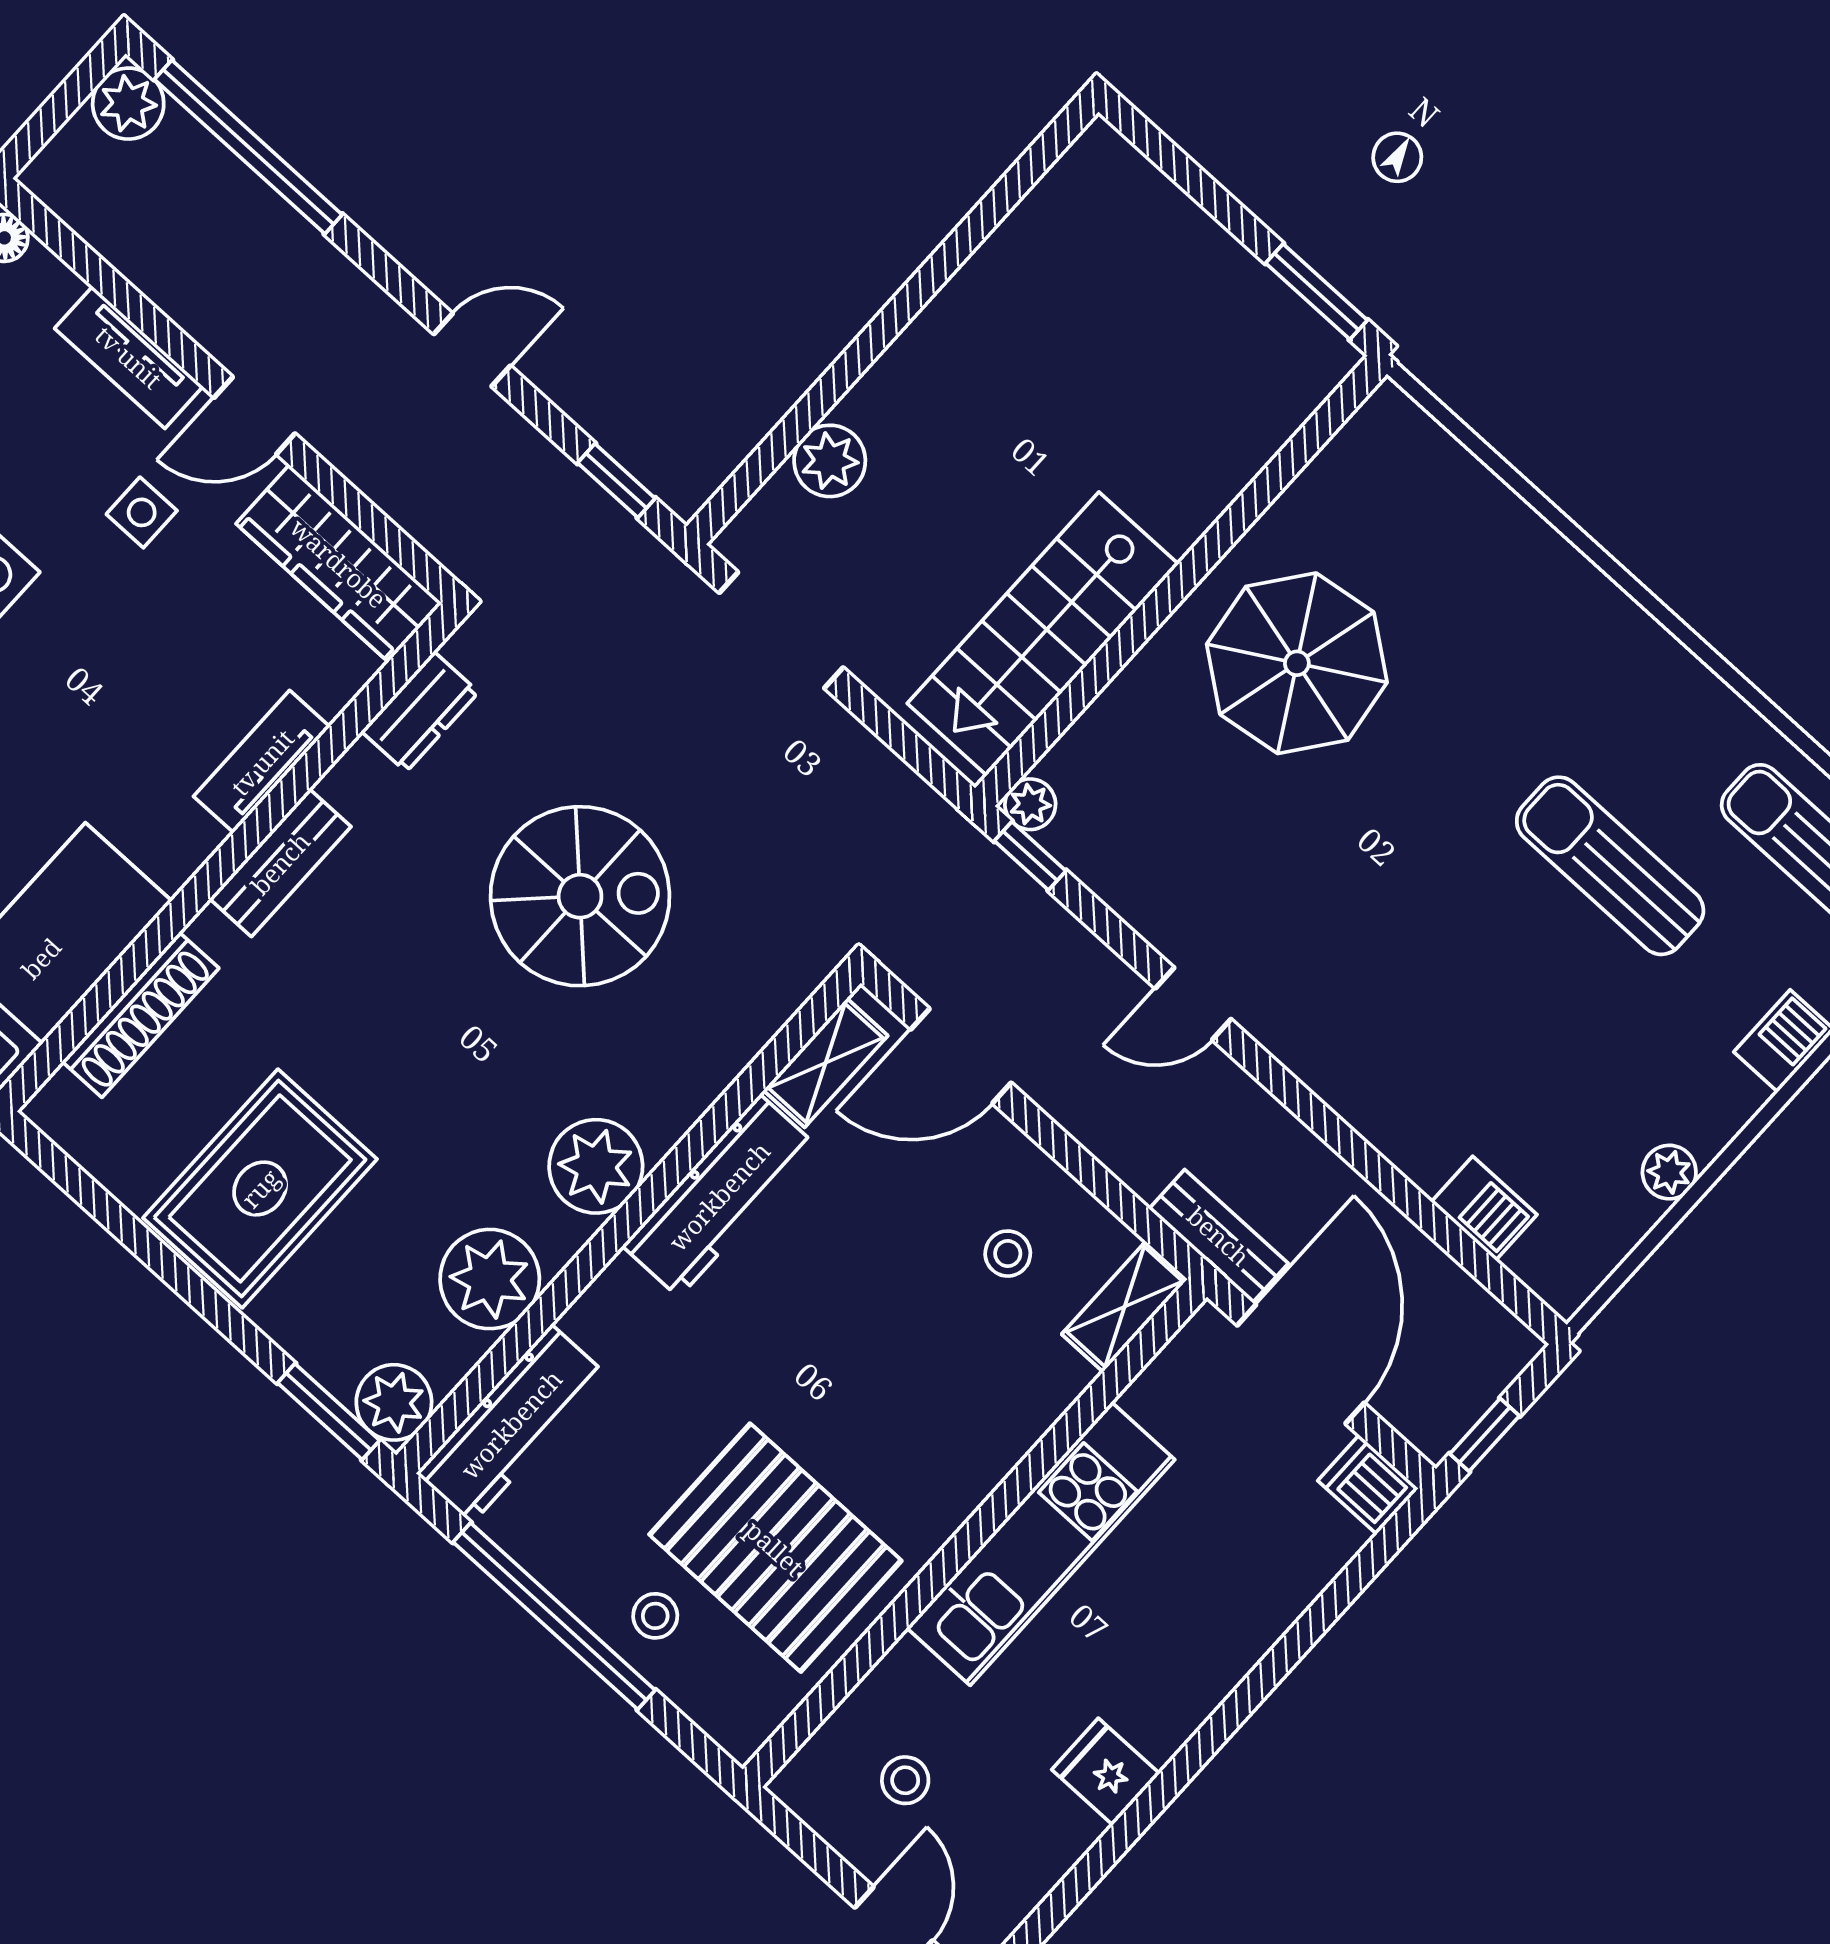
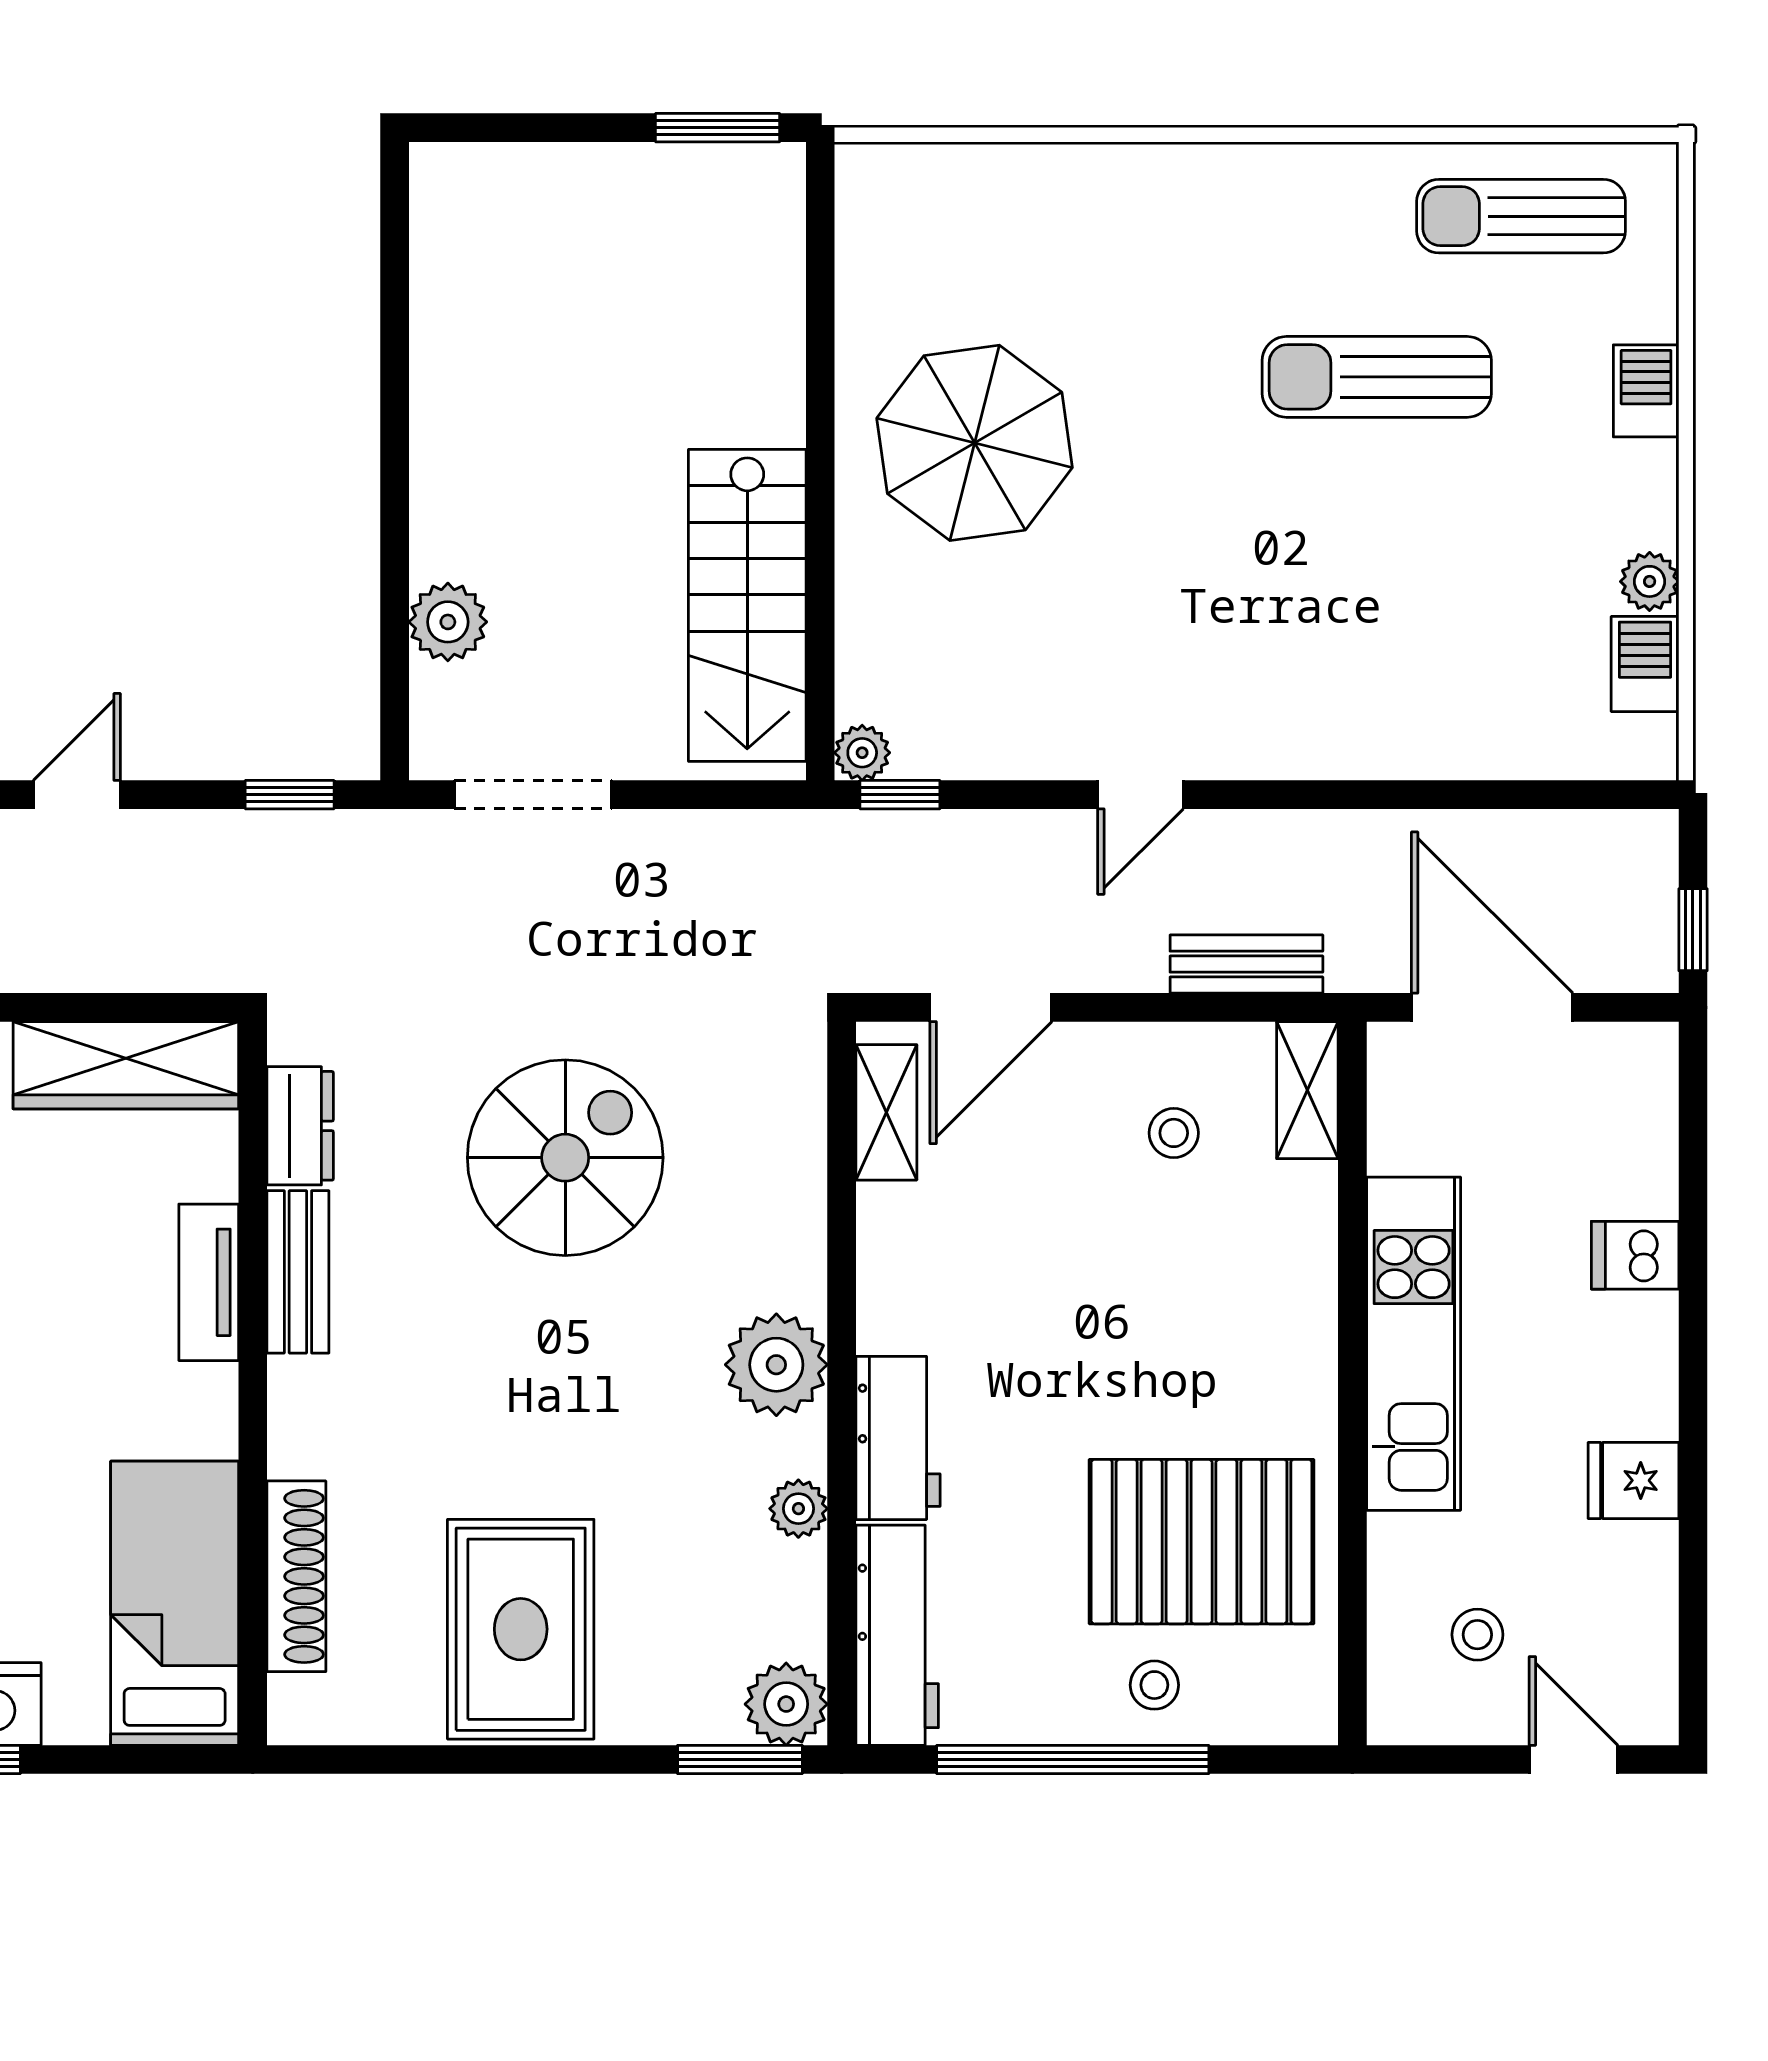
bench: (280, 863) -> (298, 1272), moved
workbench: (719, 1196) -> (898, 1438), moved, width x0.73
barbecue: (1484, 1208) -> (1645, 664), moved, turned -90
bench: (1219, 1236) -> (1246, 964), moved
plant: (490, 1279) -> (798, 1509), width x0.53, depth x0.53
dishwasher: (1368, 1485) -> (1635, 1255), moved

